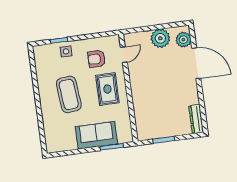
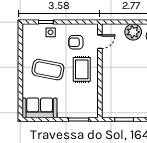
coffee table: (69, 94) -> (48, 70), turned -74
sofa: (96, 135) -> (40, 108), moved

